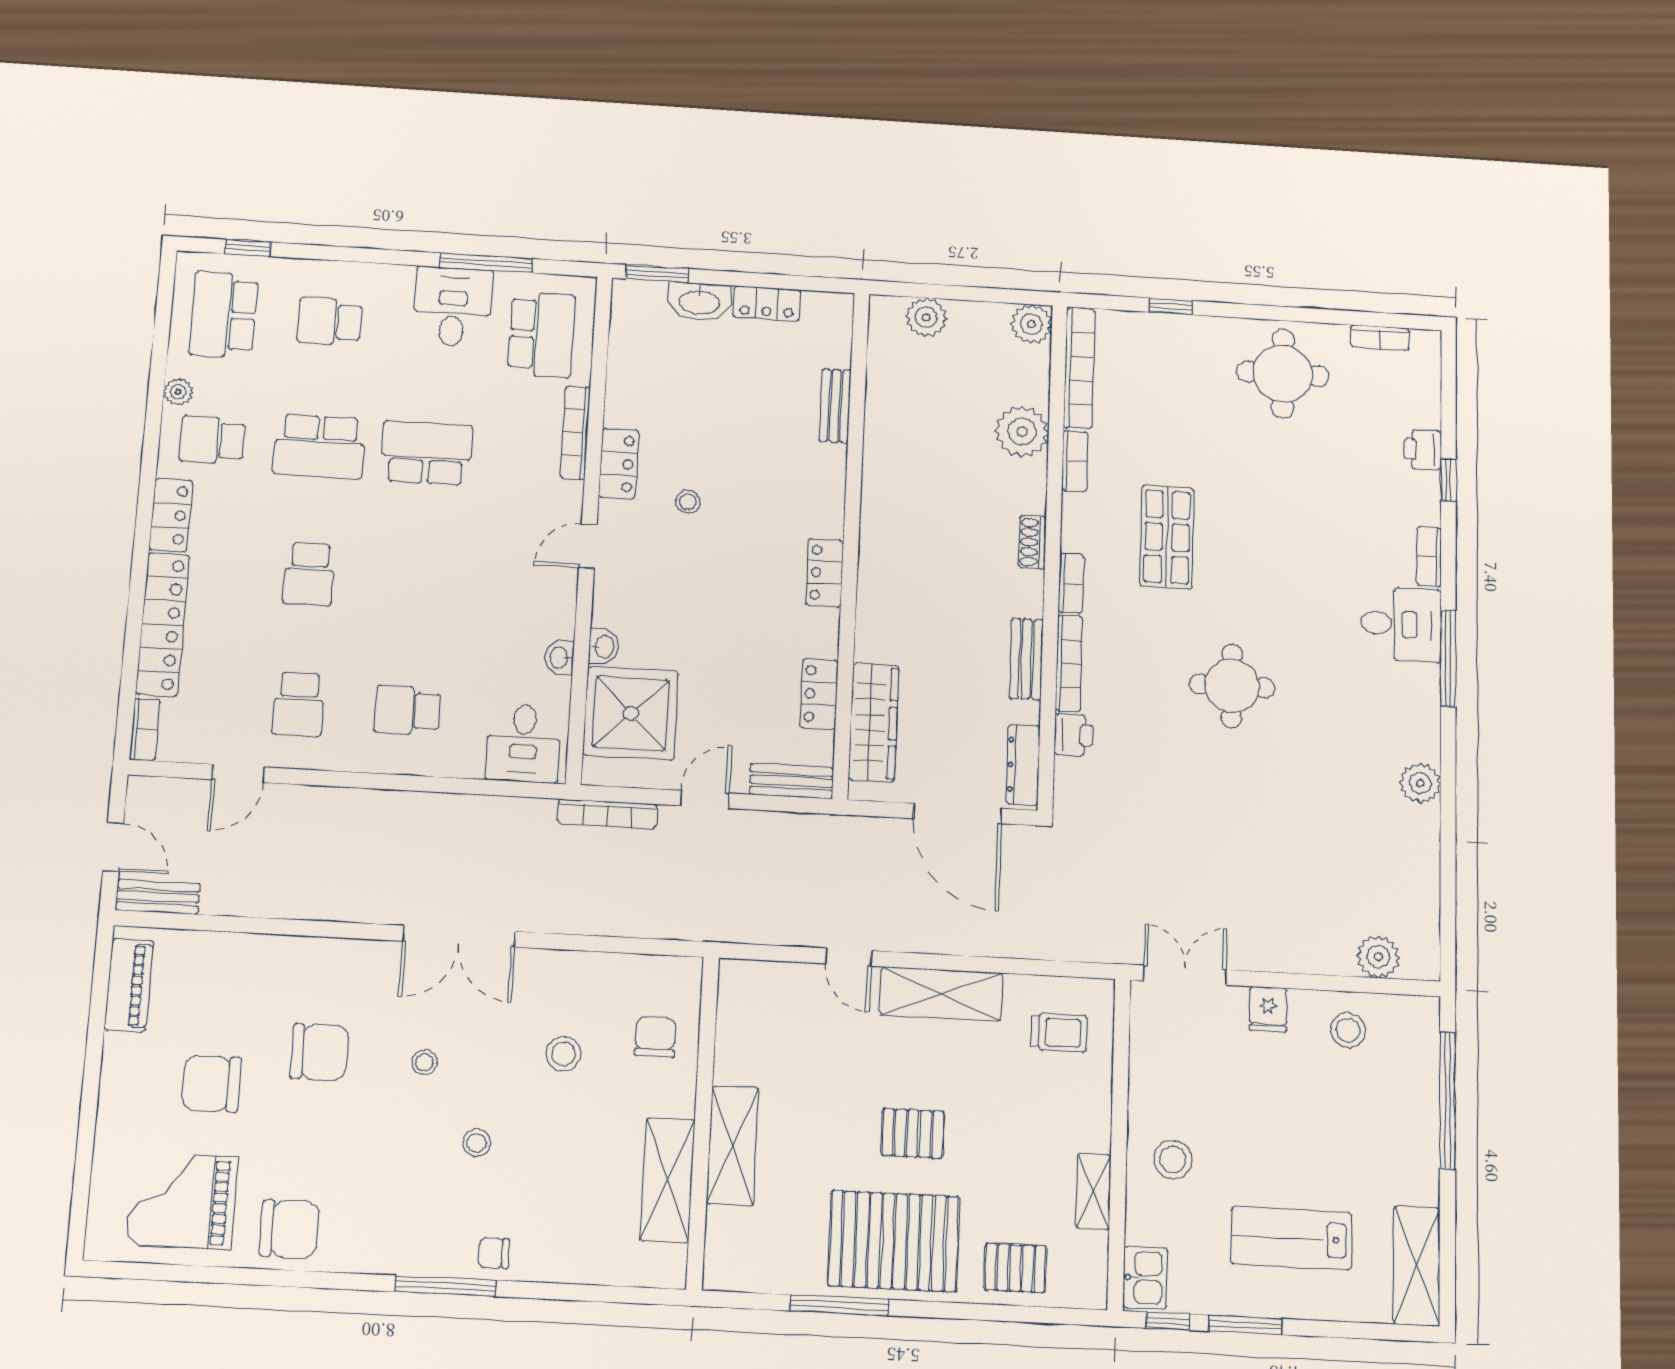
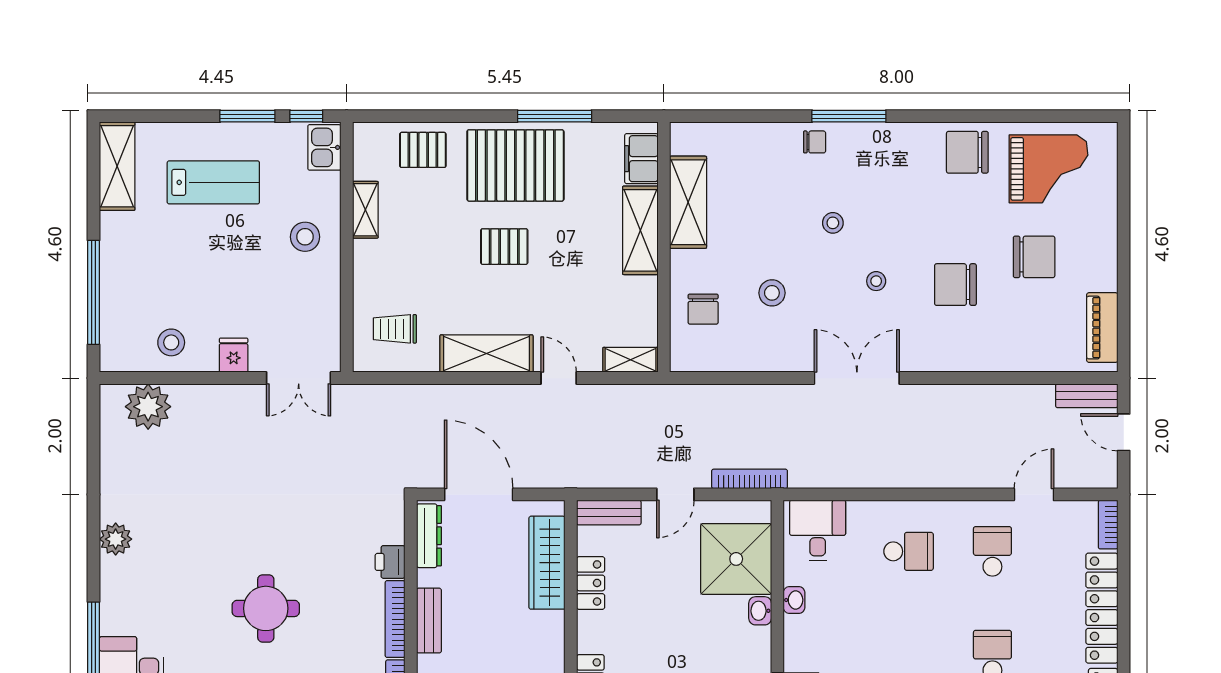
plant: (1378, 957) -> (148, 407), width x1.36, depth x1.36
shelving: (754, 976) -> (630, 360), added
filing cabinet: (726, 1242) -> (641, 159), added

